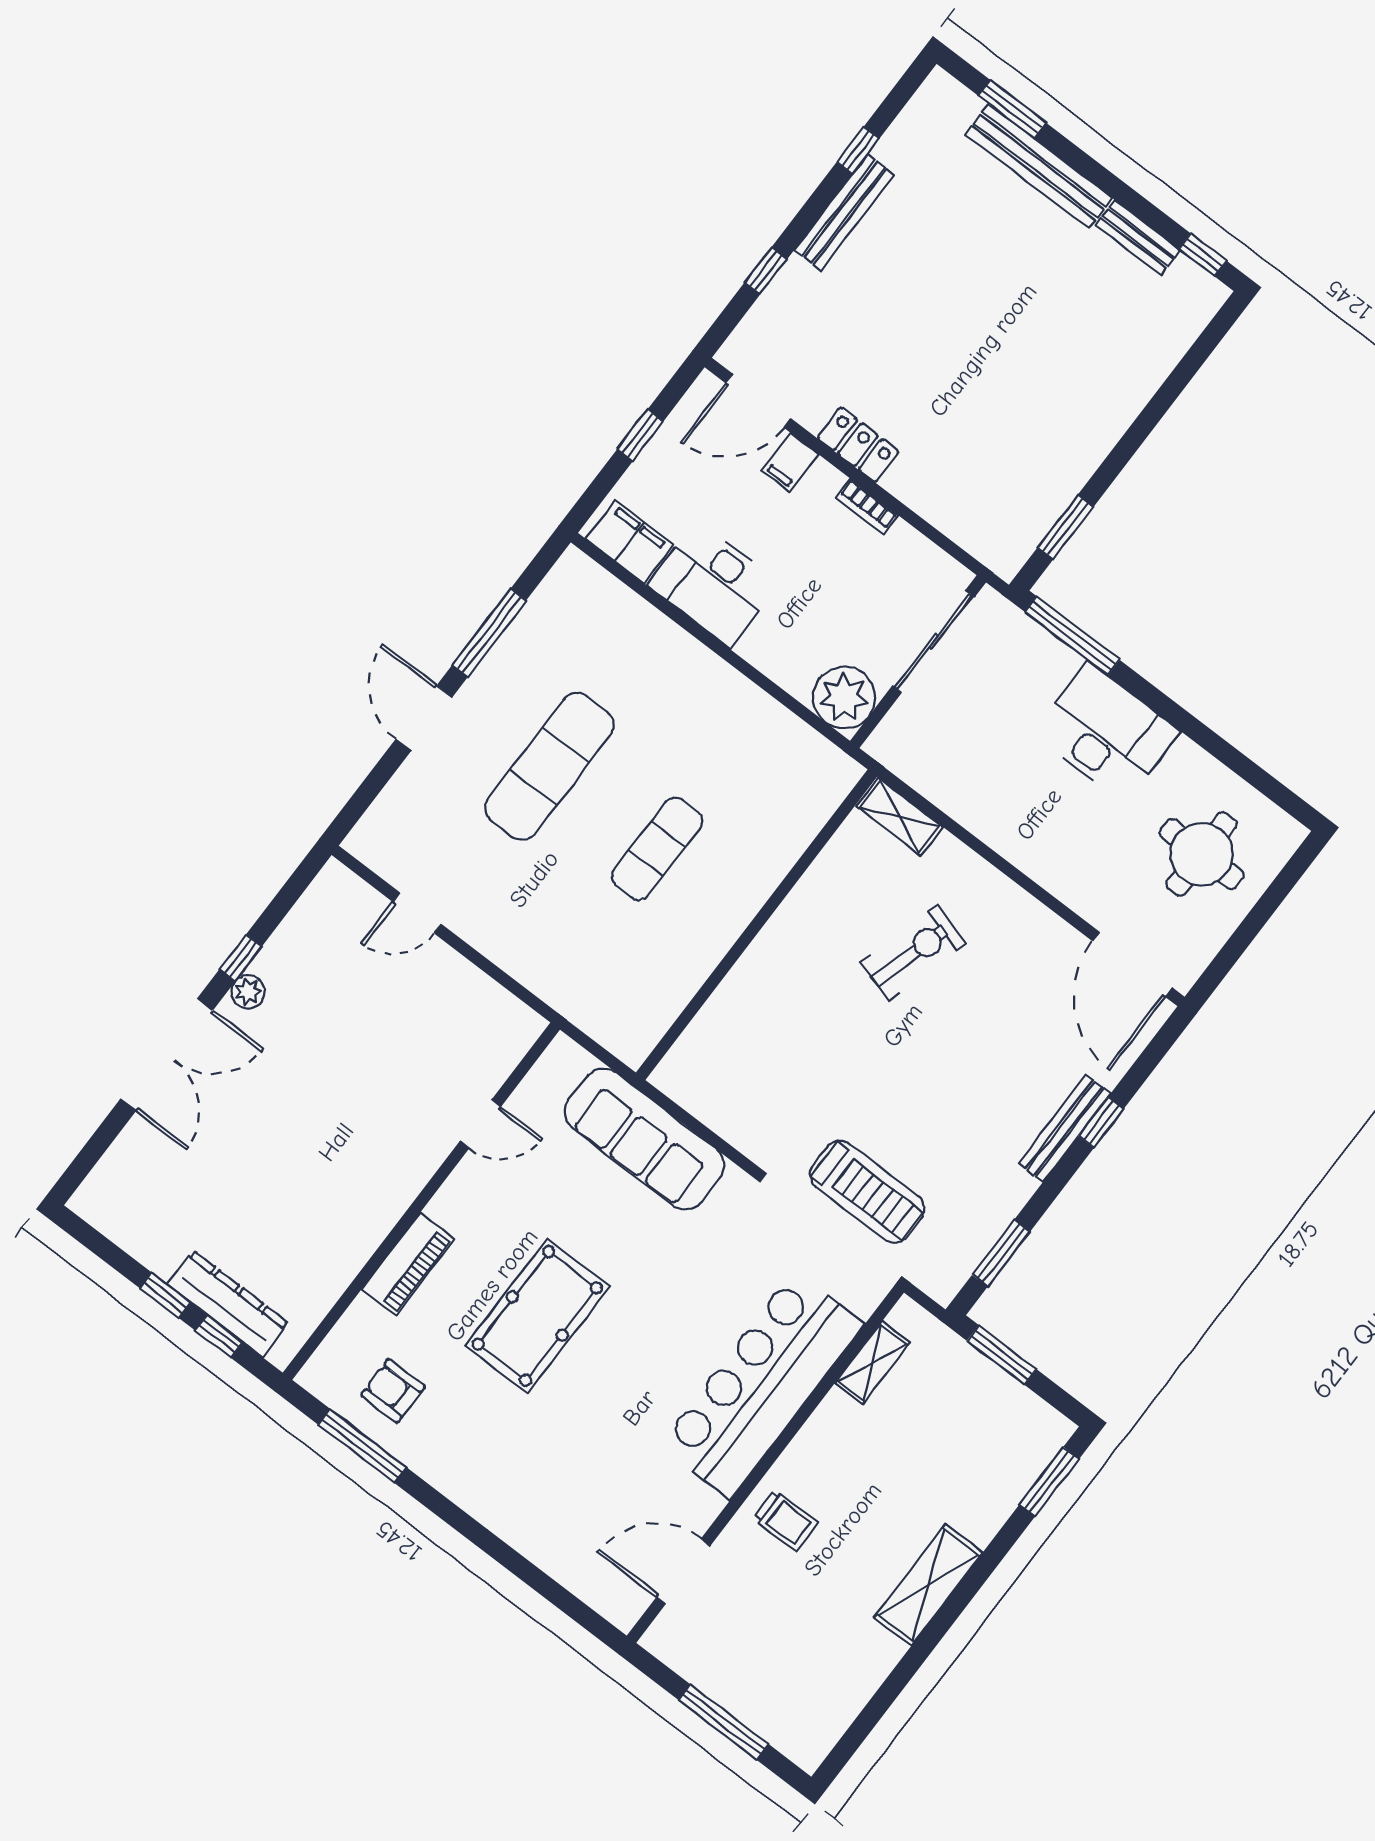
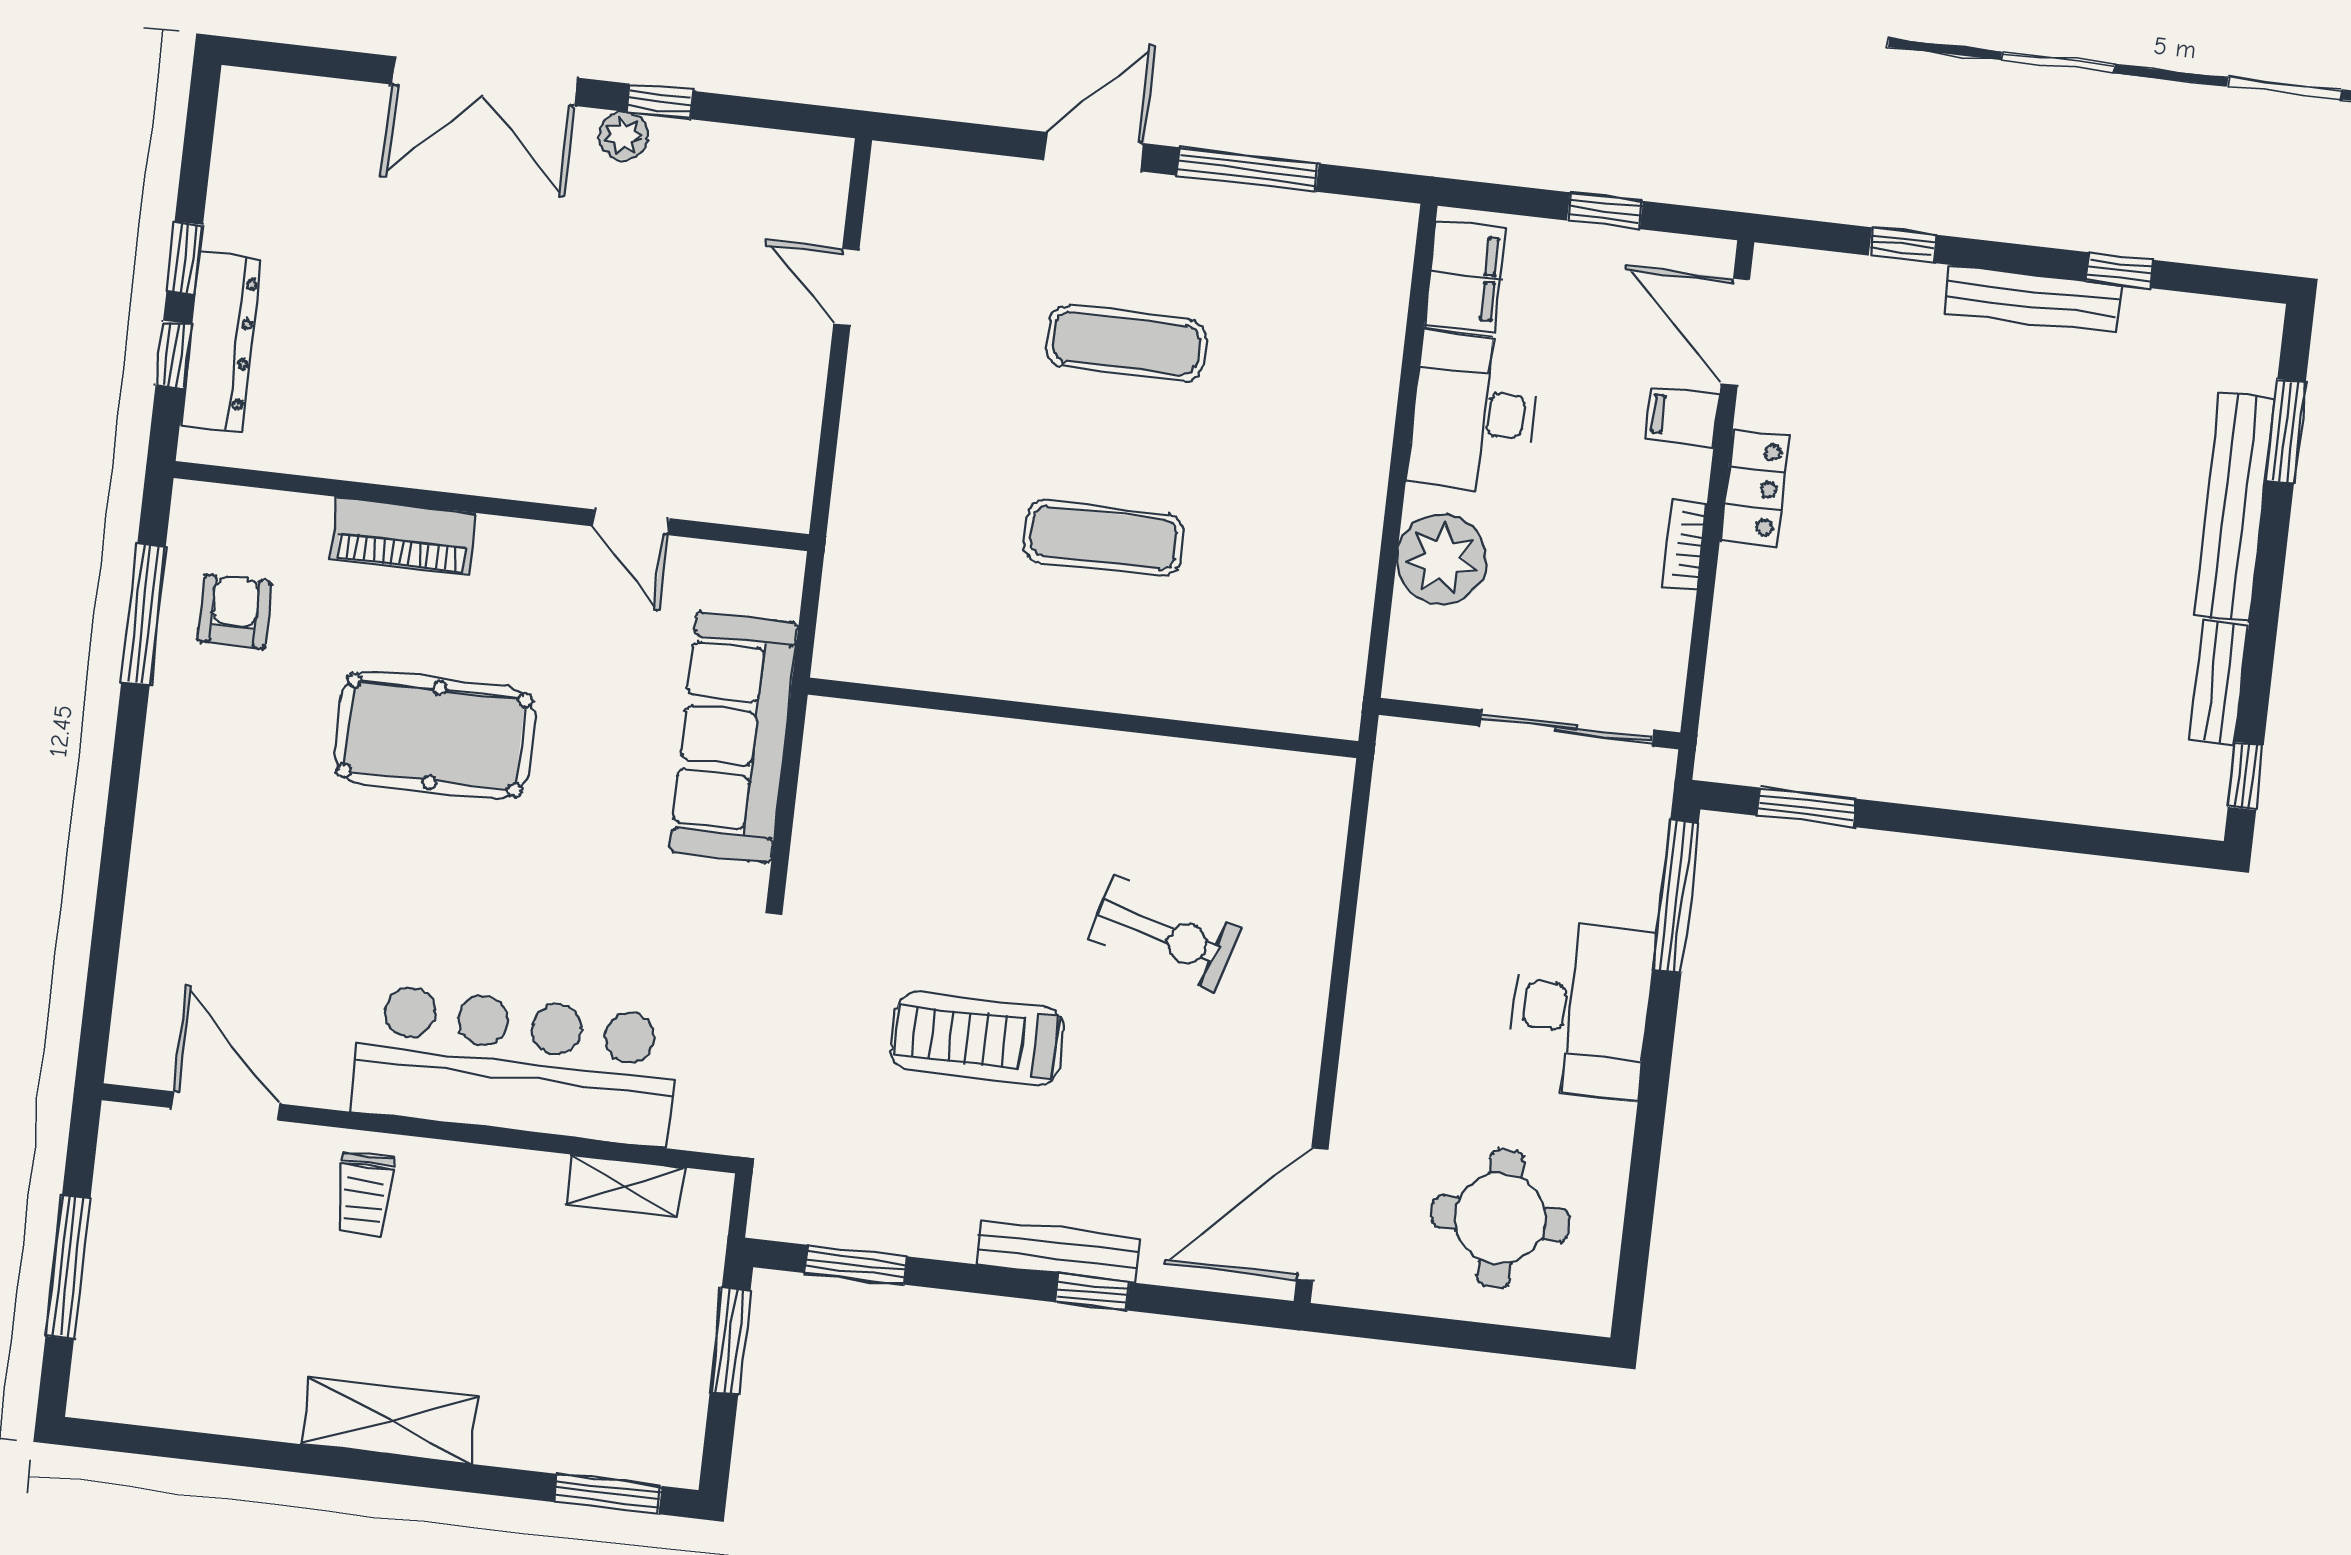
plant: (844, 697) -> (1442, 559), moved
exercise mat: (550, 766) -> (1126, 344), width x0.73, depth x0.69
shelving: (900, 817) -> (1323, 816), removed
treadmill: (867, 1192) -> (977, 1039), moved, turned 90

